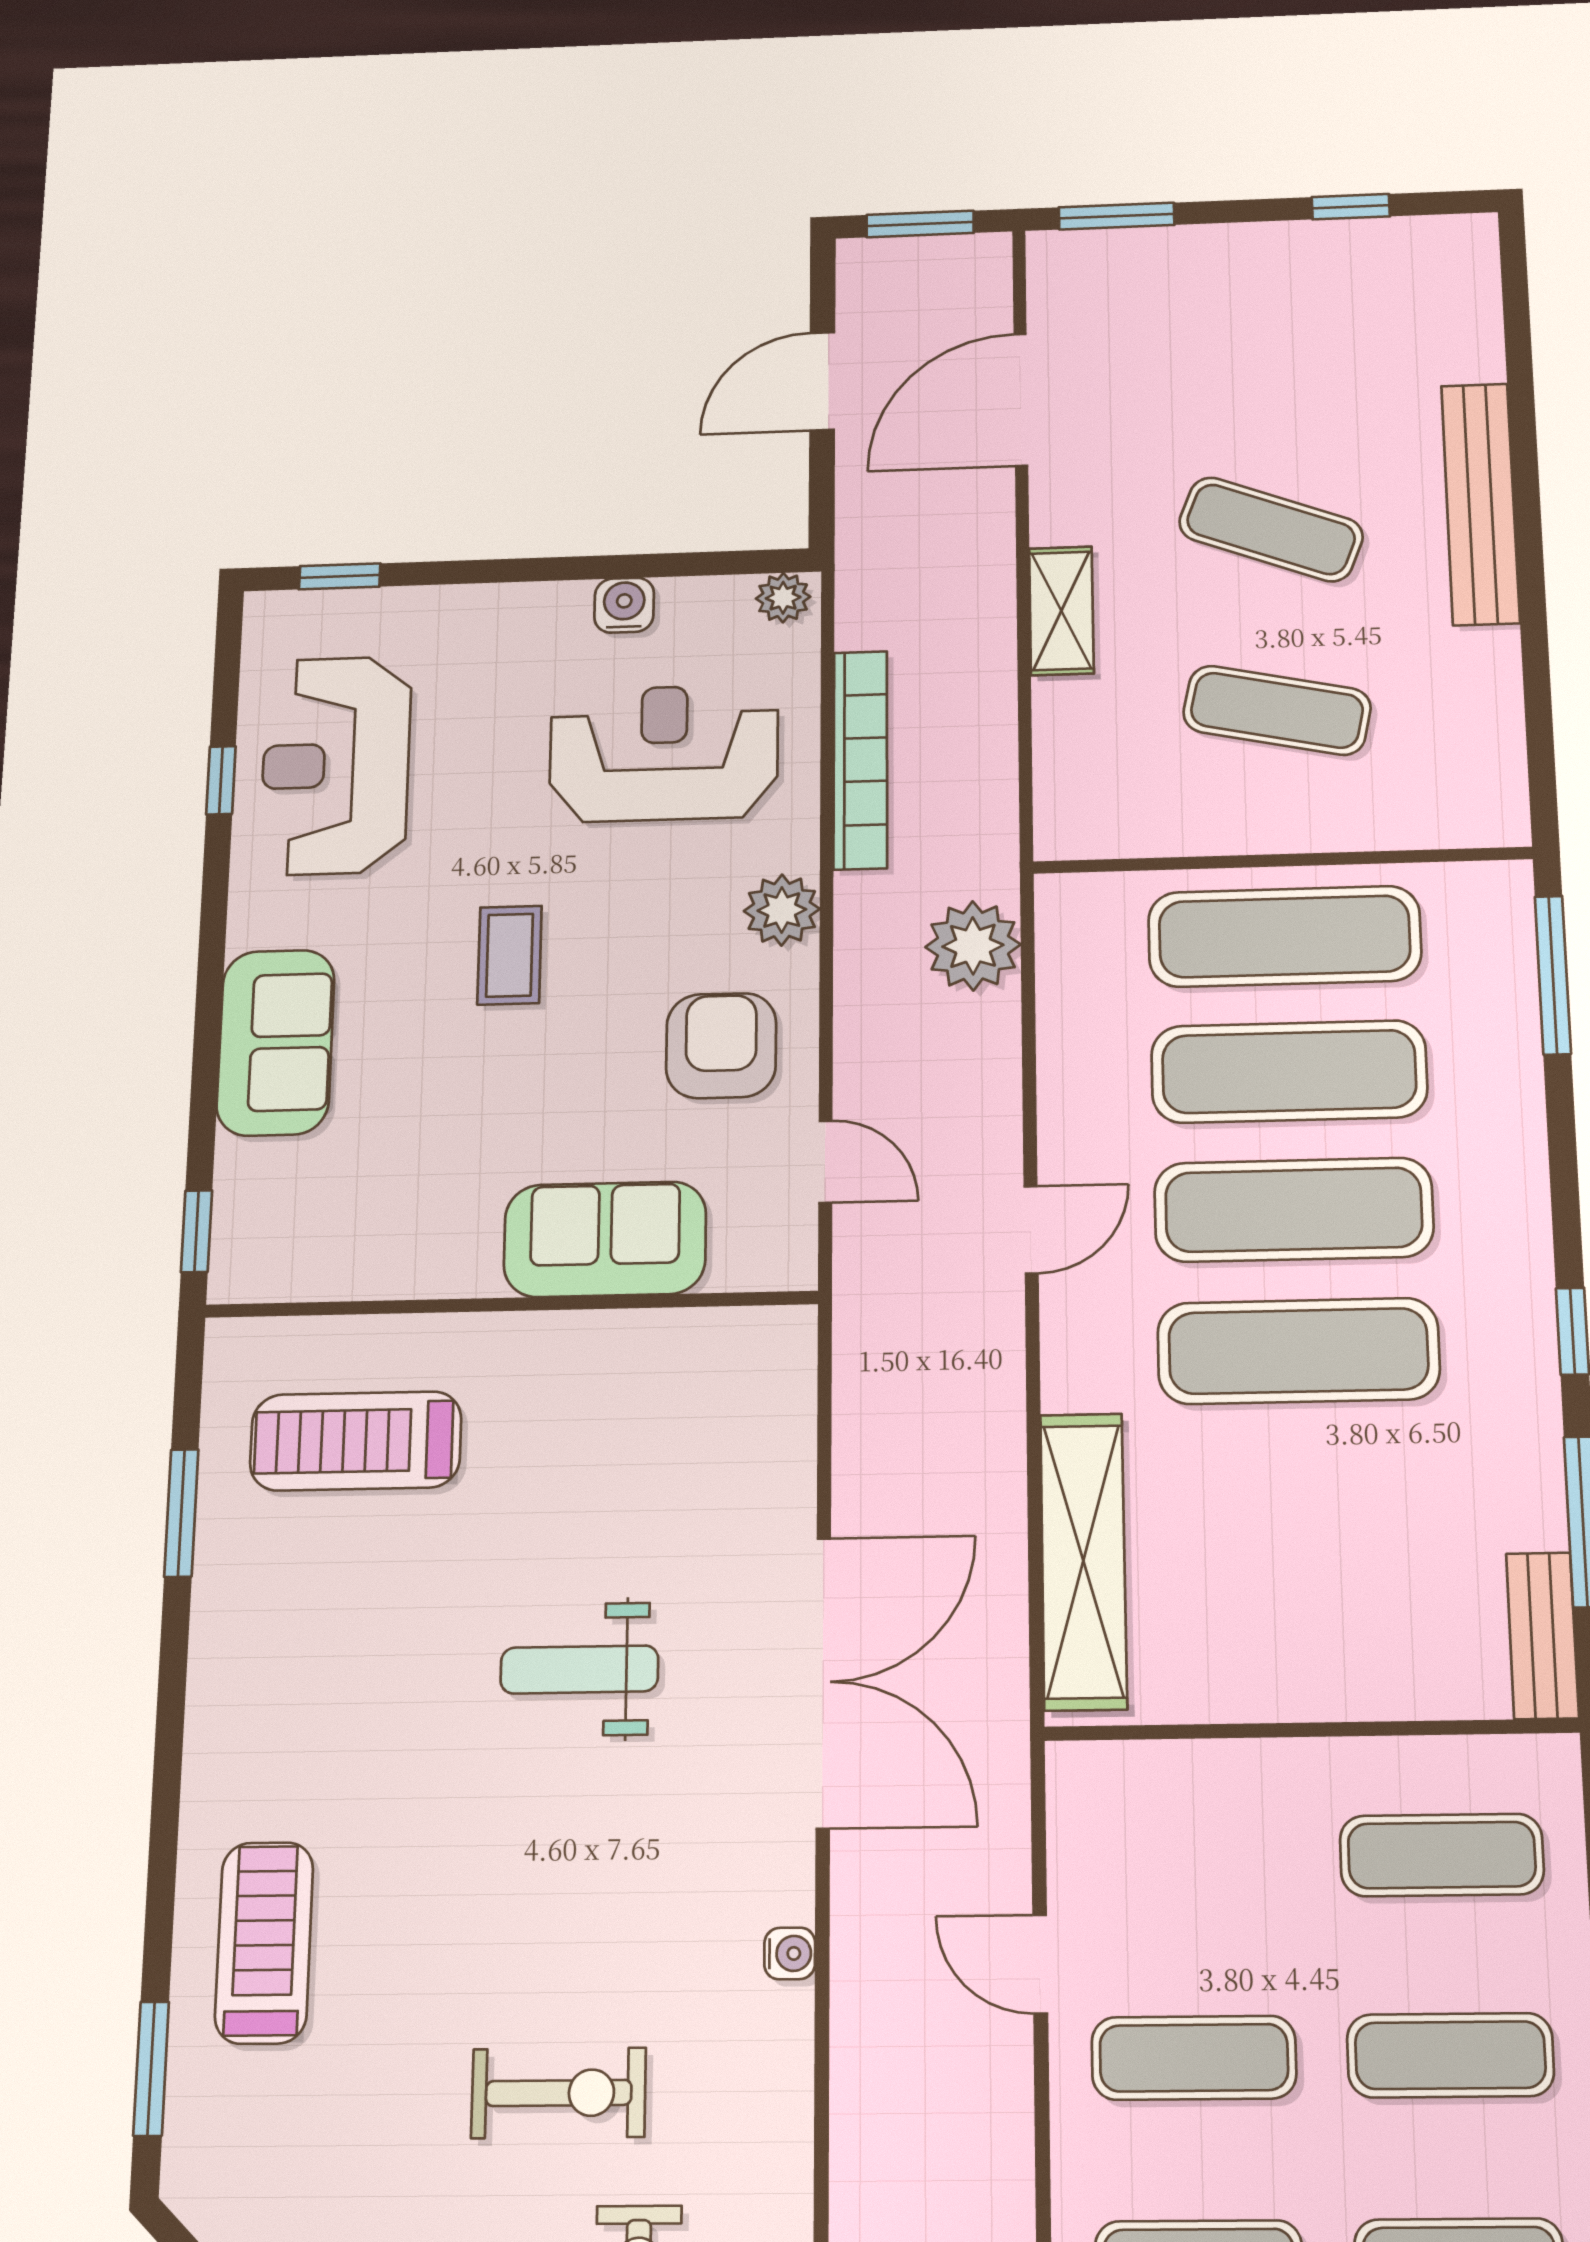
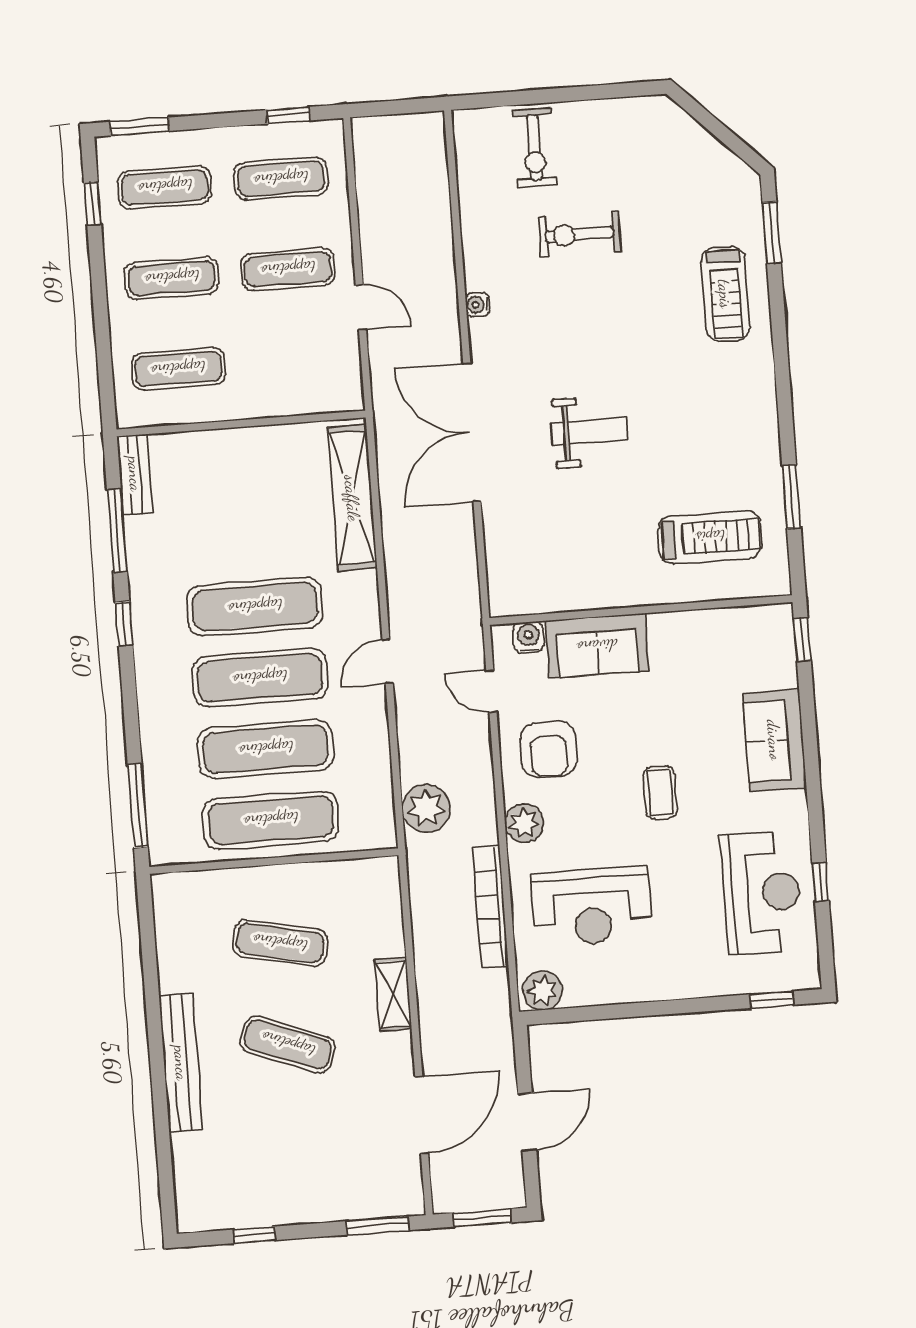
plant: (783, 598) -> (542, 991), width x1.38, depth x1.38
water cooler: (624, 605) -> (528, 637), moved, turned 180

